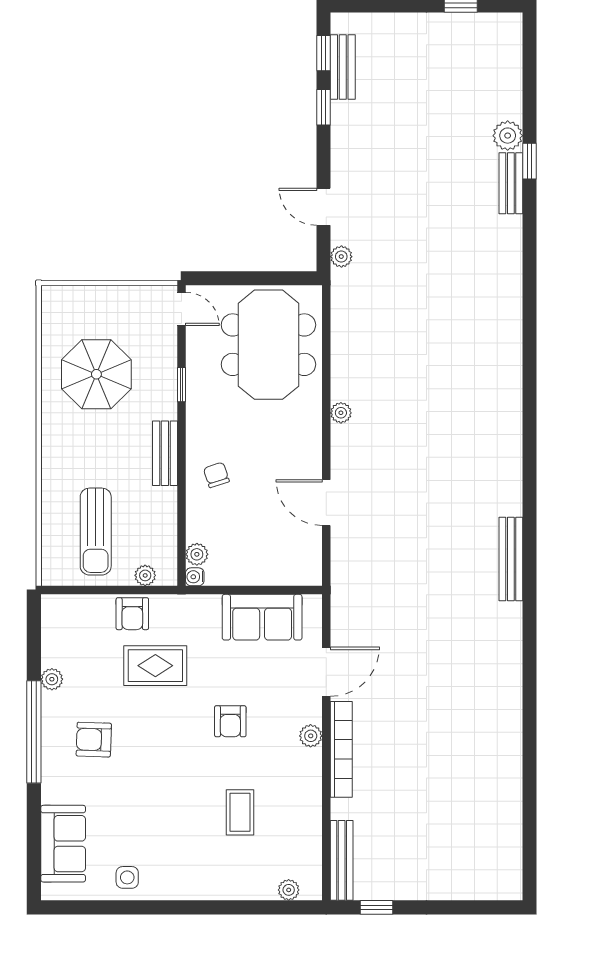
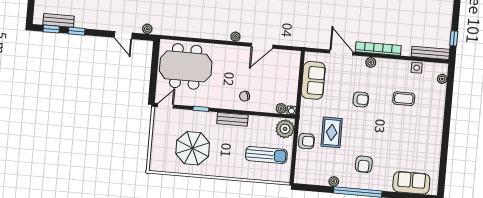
door: (323, 207) -> (123, 35), hinge flipped
plant: (341, 413) -> (235, 37), moved
plant: (145, 575) -> (285, 129), width x1.87, depth x1.87
side table: (127, 877) -> (417, 68), moved

